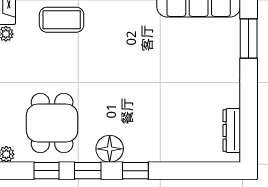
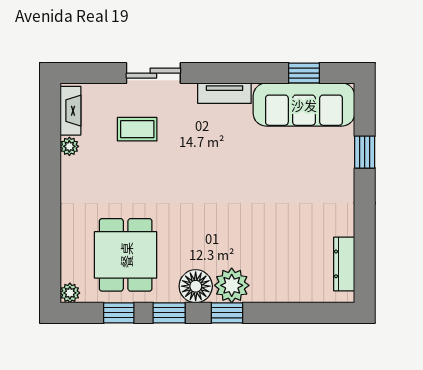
coffee table: (62, 20) -> (137, 129), width x0.73, depth x0.77
window: (249, 38) -> (365, 152), width x0.67
plant: (139, 148) -> (232, 285), added

